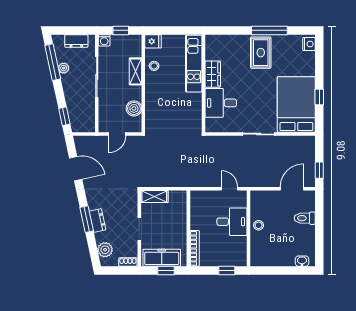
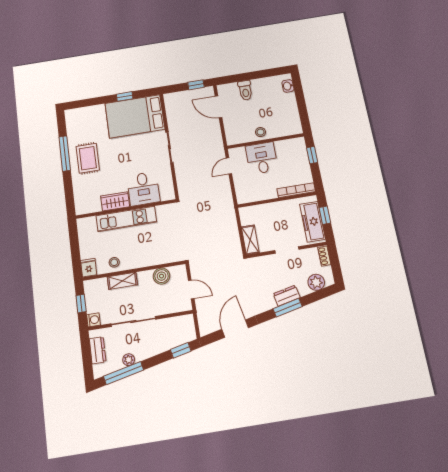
nightstand: (309, 44) -> (74, 114), removed
rug: (261, 53) -> (88, 158), turned 90
kitchen unit: (194, 64) -> (126, 219), moved

